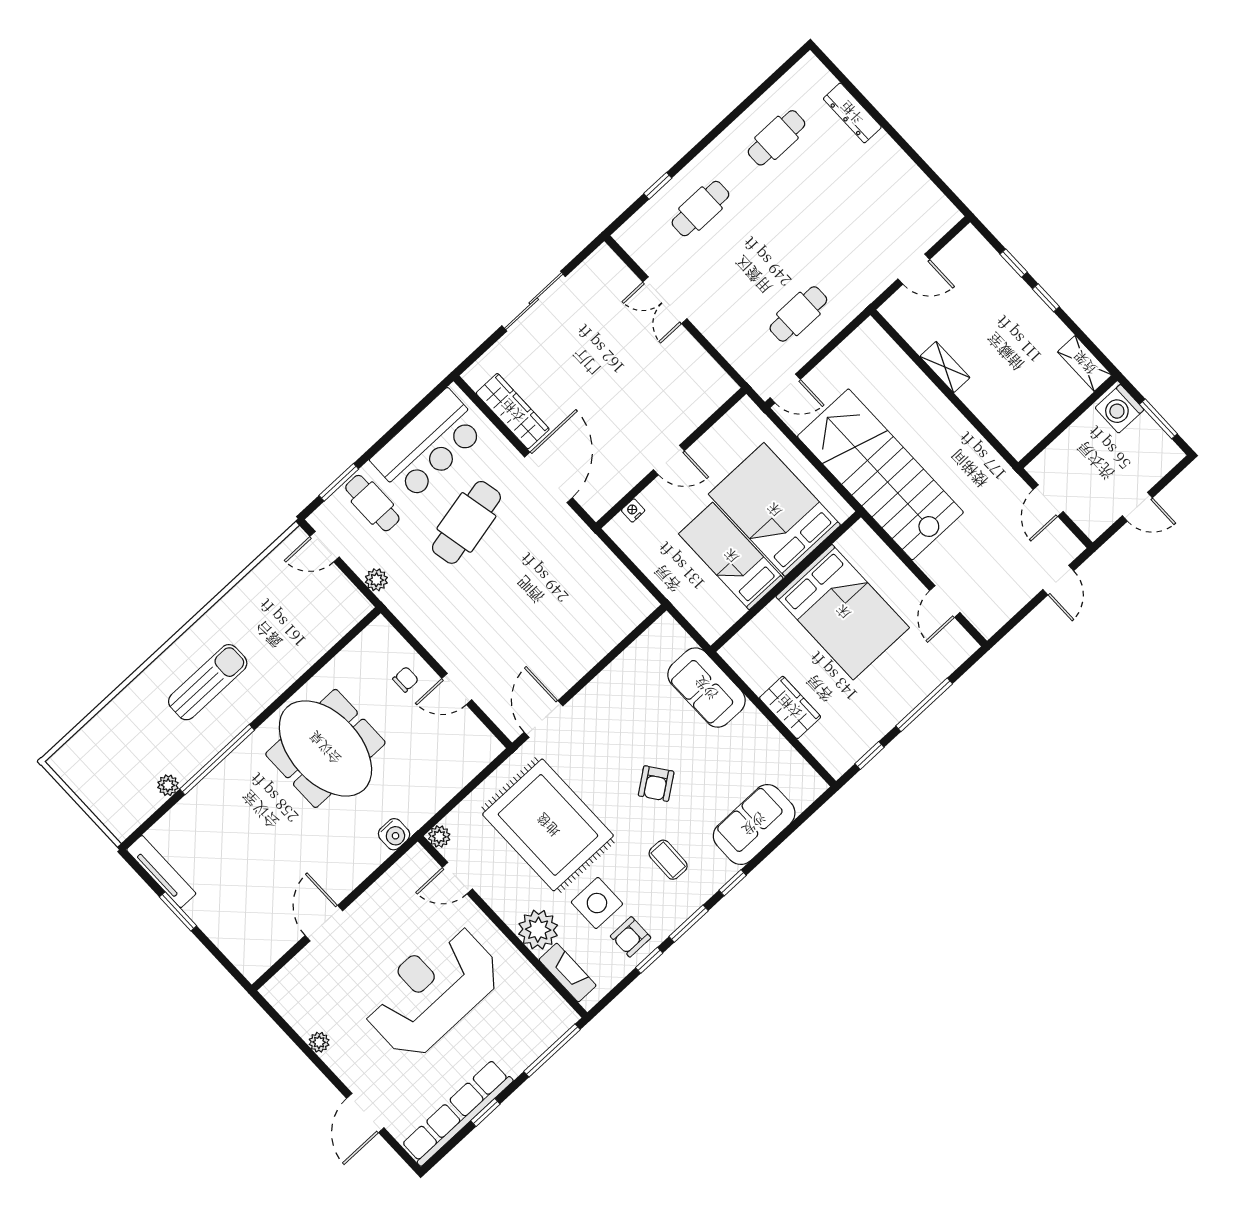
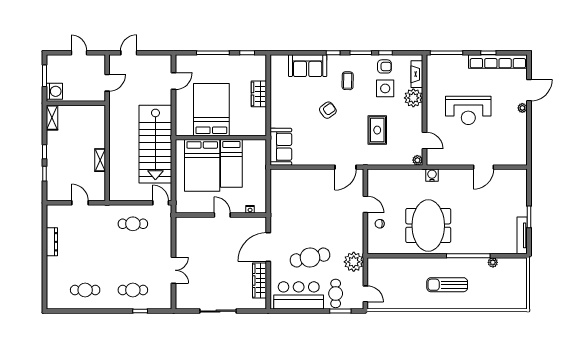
dresser: (852, 113) -> (52, 242), moved
plant: (376, 580) -> (354, 262), width x1.87, depth x1.87
sofa: (706, 688) -> (281, 147), moved
rug: (548, 825) -> (377, 130), width x0.54, depth x0.49
reception desk: (432, 991) -> (468, 110), width x0.74, depth x0.77
plant: (319, 1042) -> (522, 108), moved

